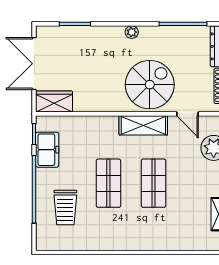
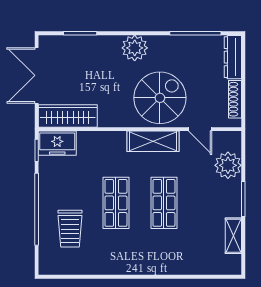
plant: (132, 32) -> (135, 48), width x1.87, depth x1.87
wardrobe: (54, 102) -> (68, 116), width x1.50
freezer: (47, 150) -> (57, 143), moved, turned 90

